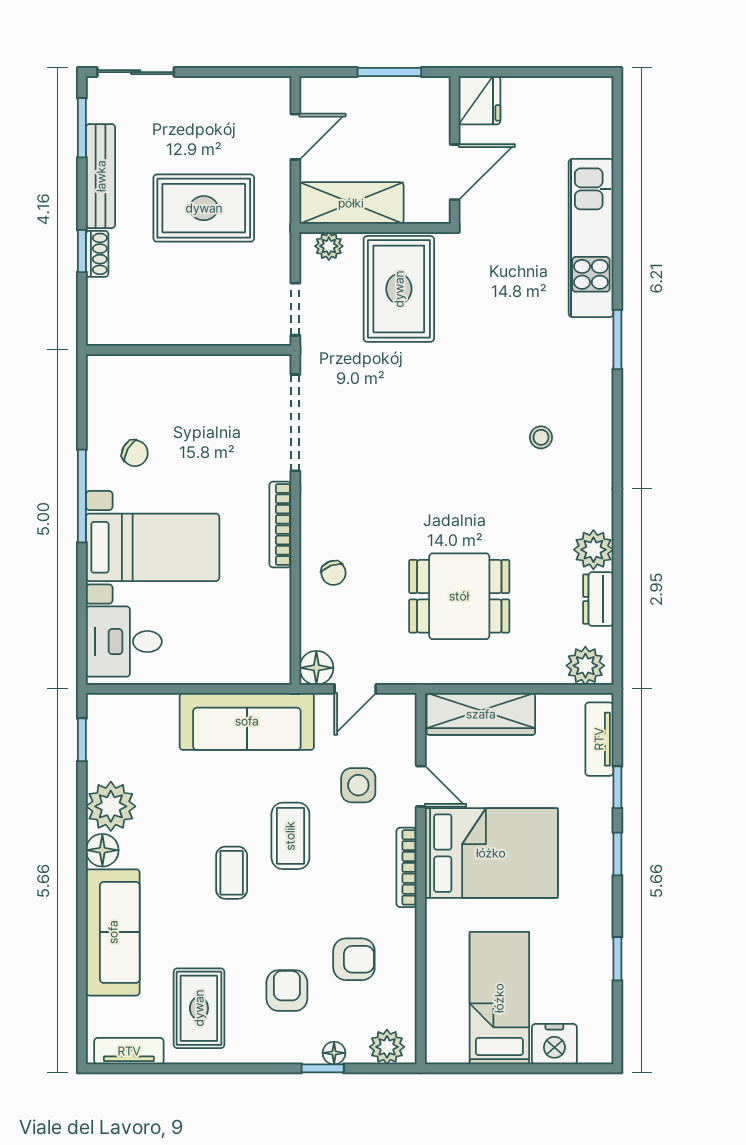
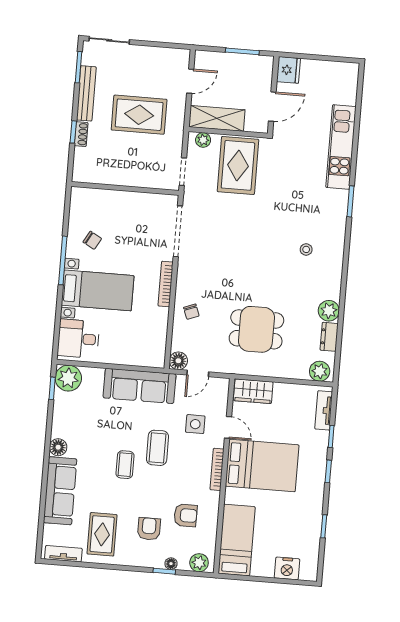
wardrobe: (481, 714) -> (253, 391), width x0.67
plant: (111, 806) -> (68, 378), moved
bed: (499, 998) -> (237, 540), moved

